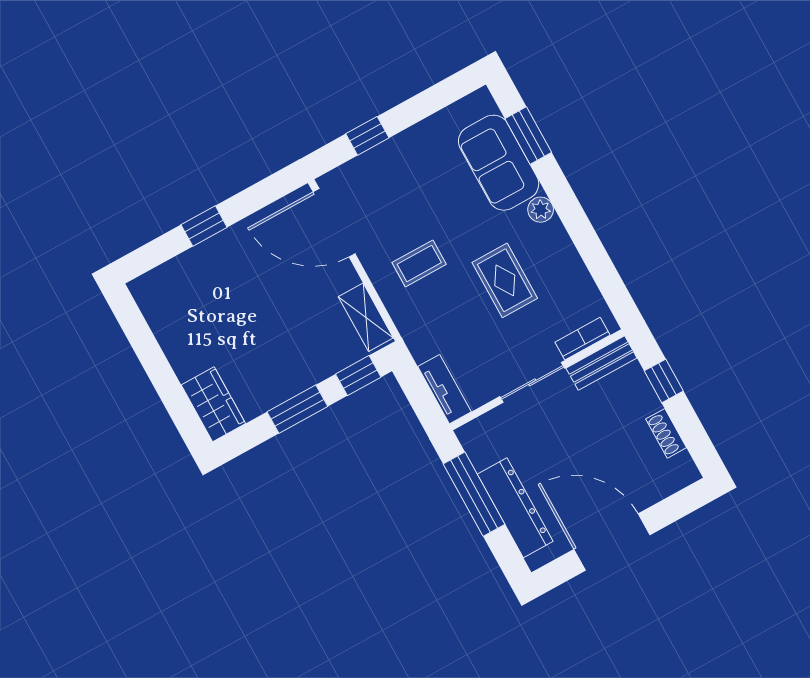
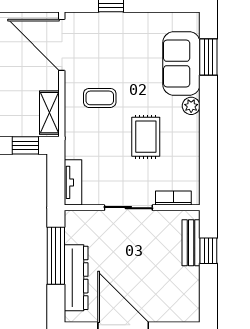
bench: (601, 363) -> (191, 243), moved, turned 90
shoe rack: (666, 433) -> (192, 283), removed

